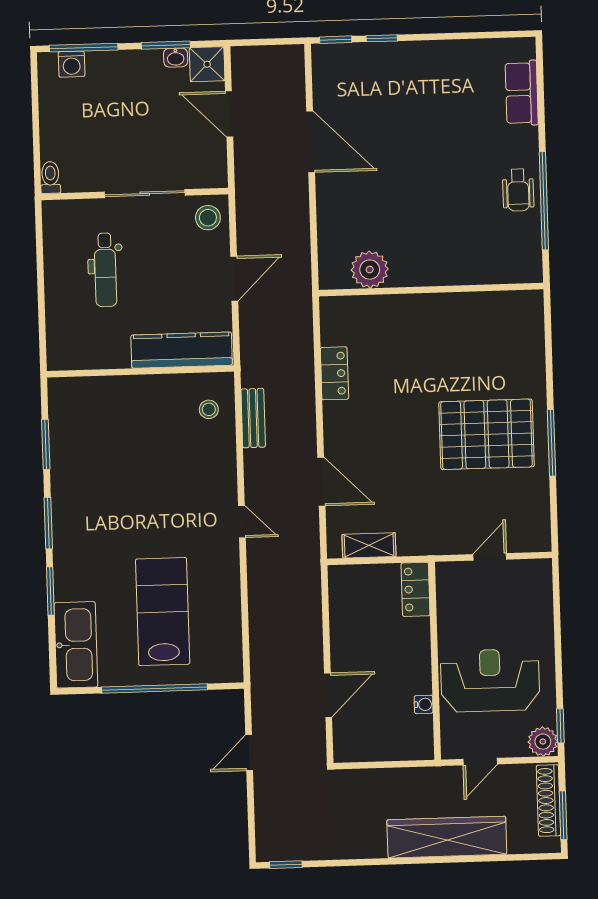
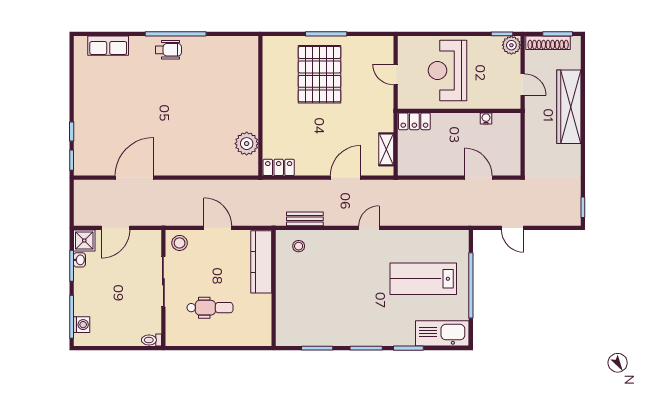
plant: (370, 270) -> (247, 144), moved
wall: (431, 290) -> (260, 106), moved
reception desk: (490, 680) -> (447, 70), moved

